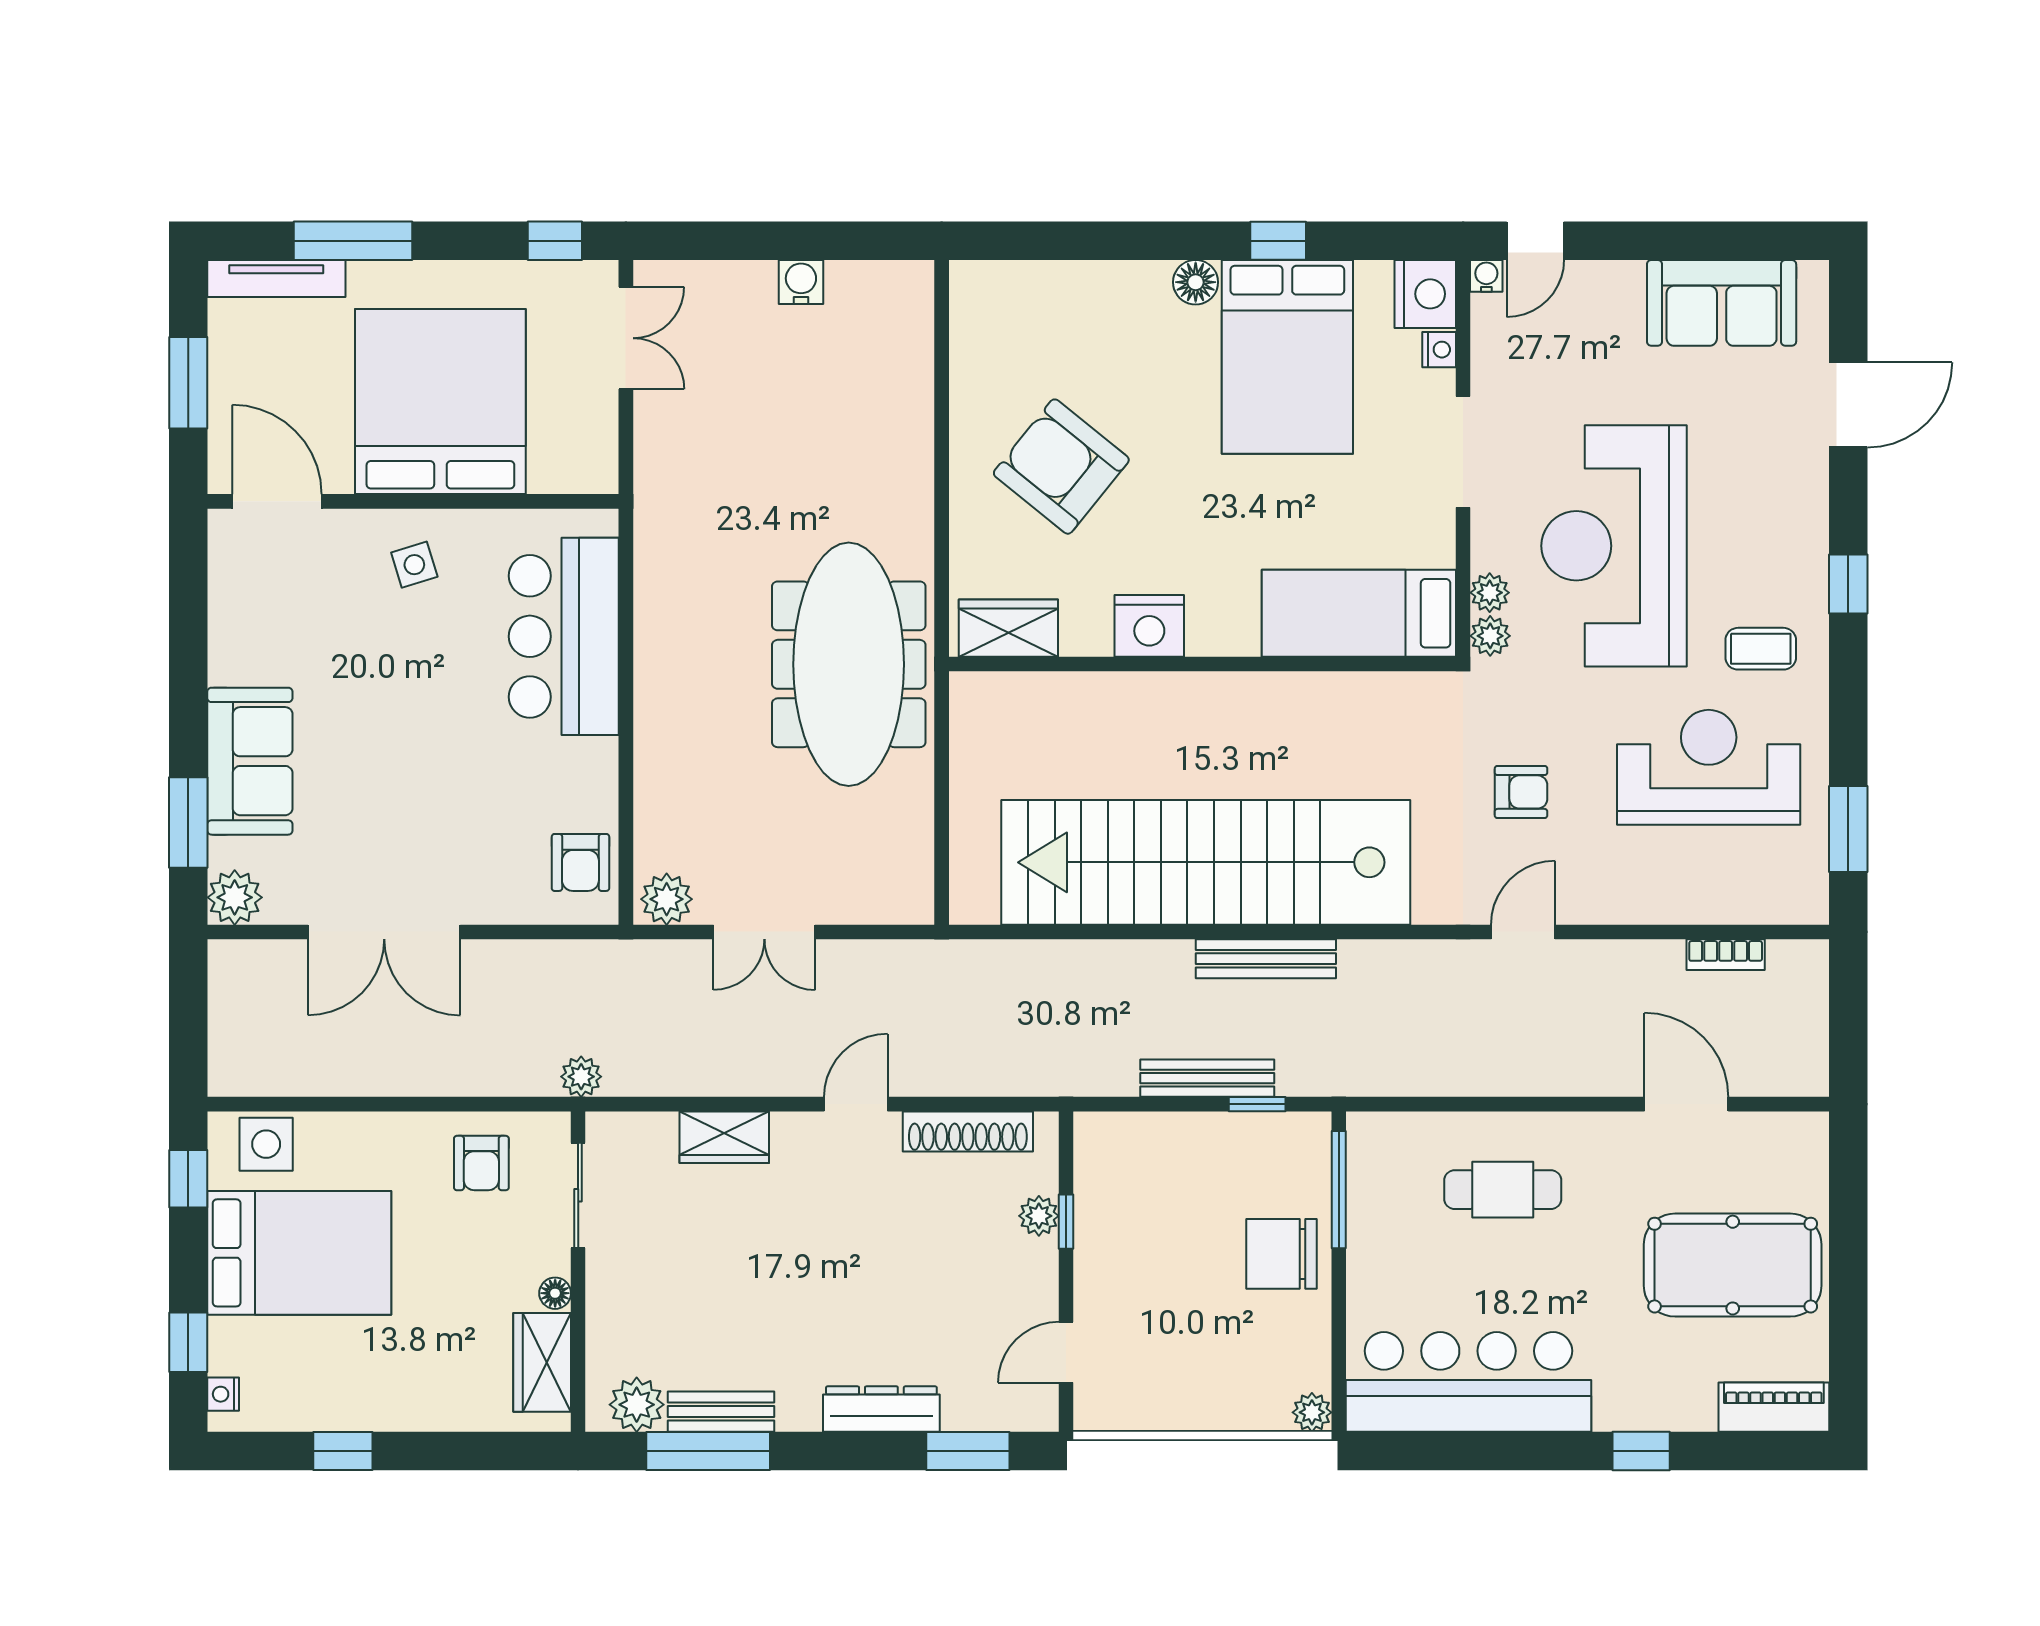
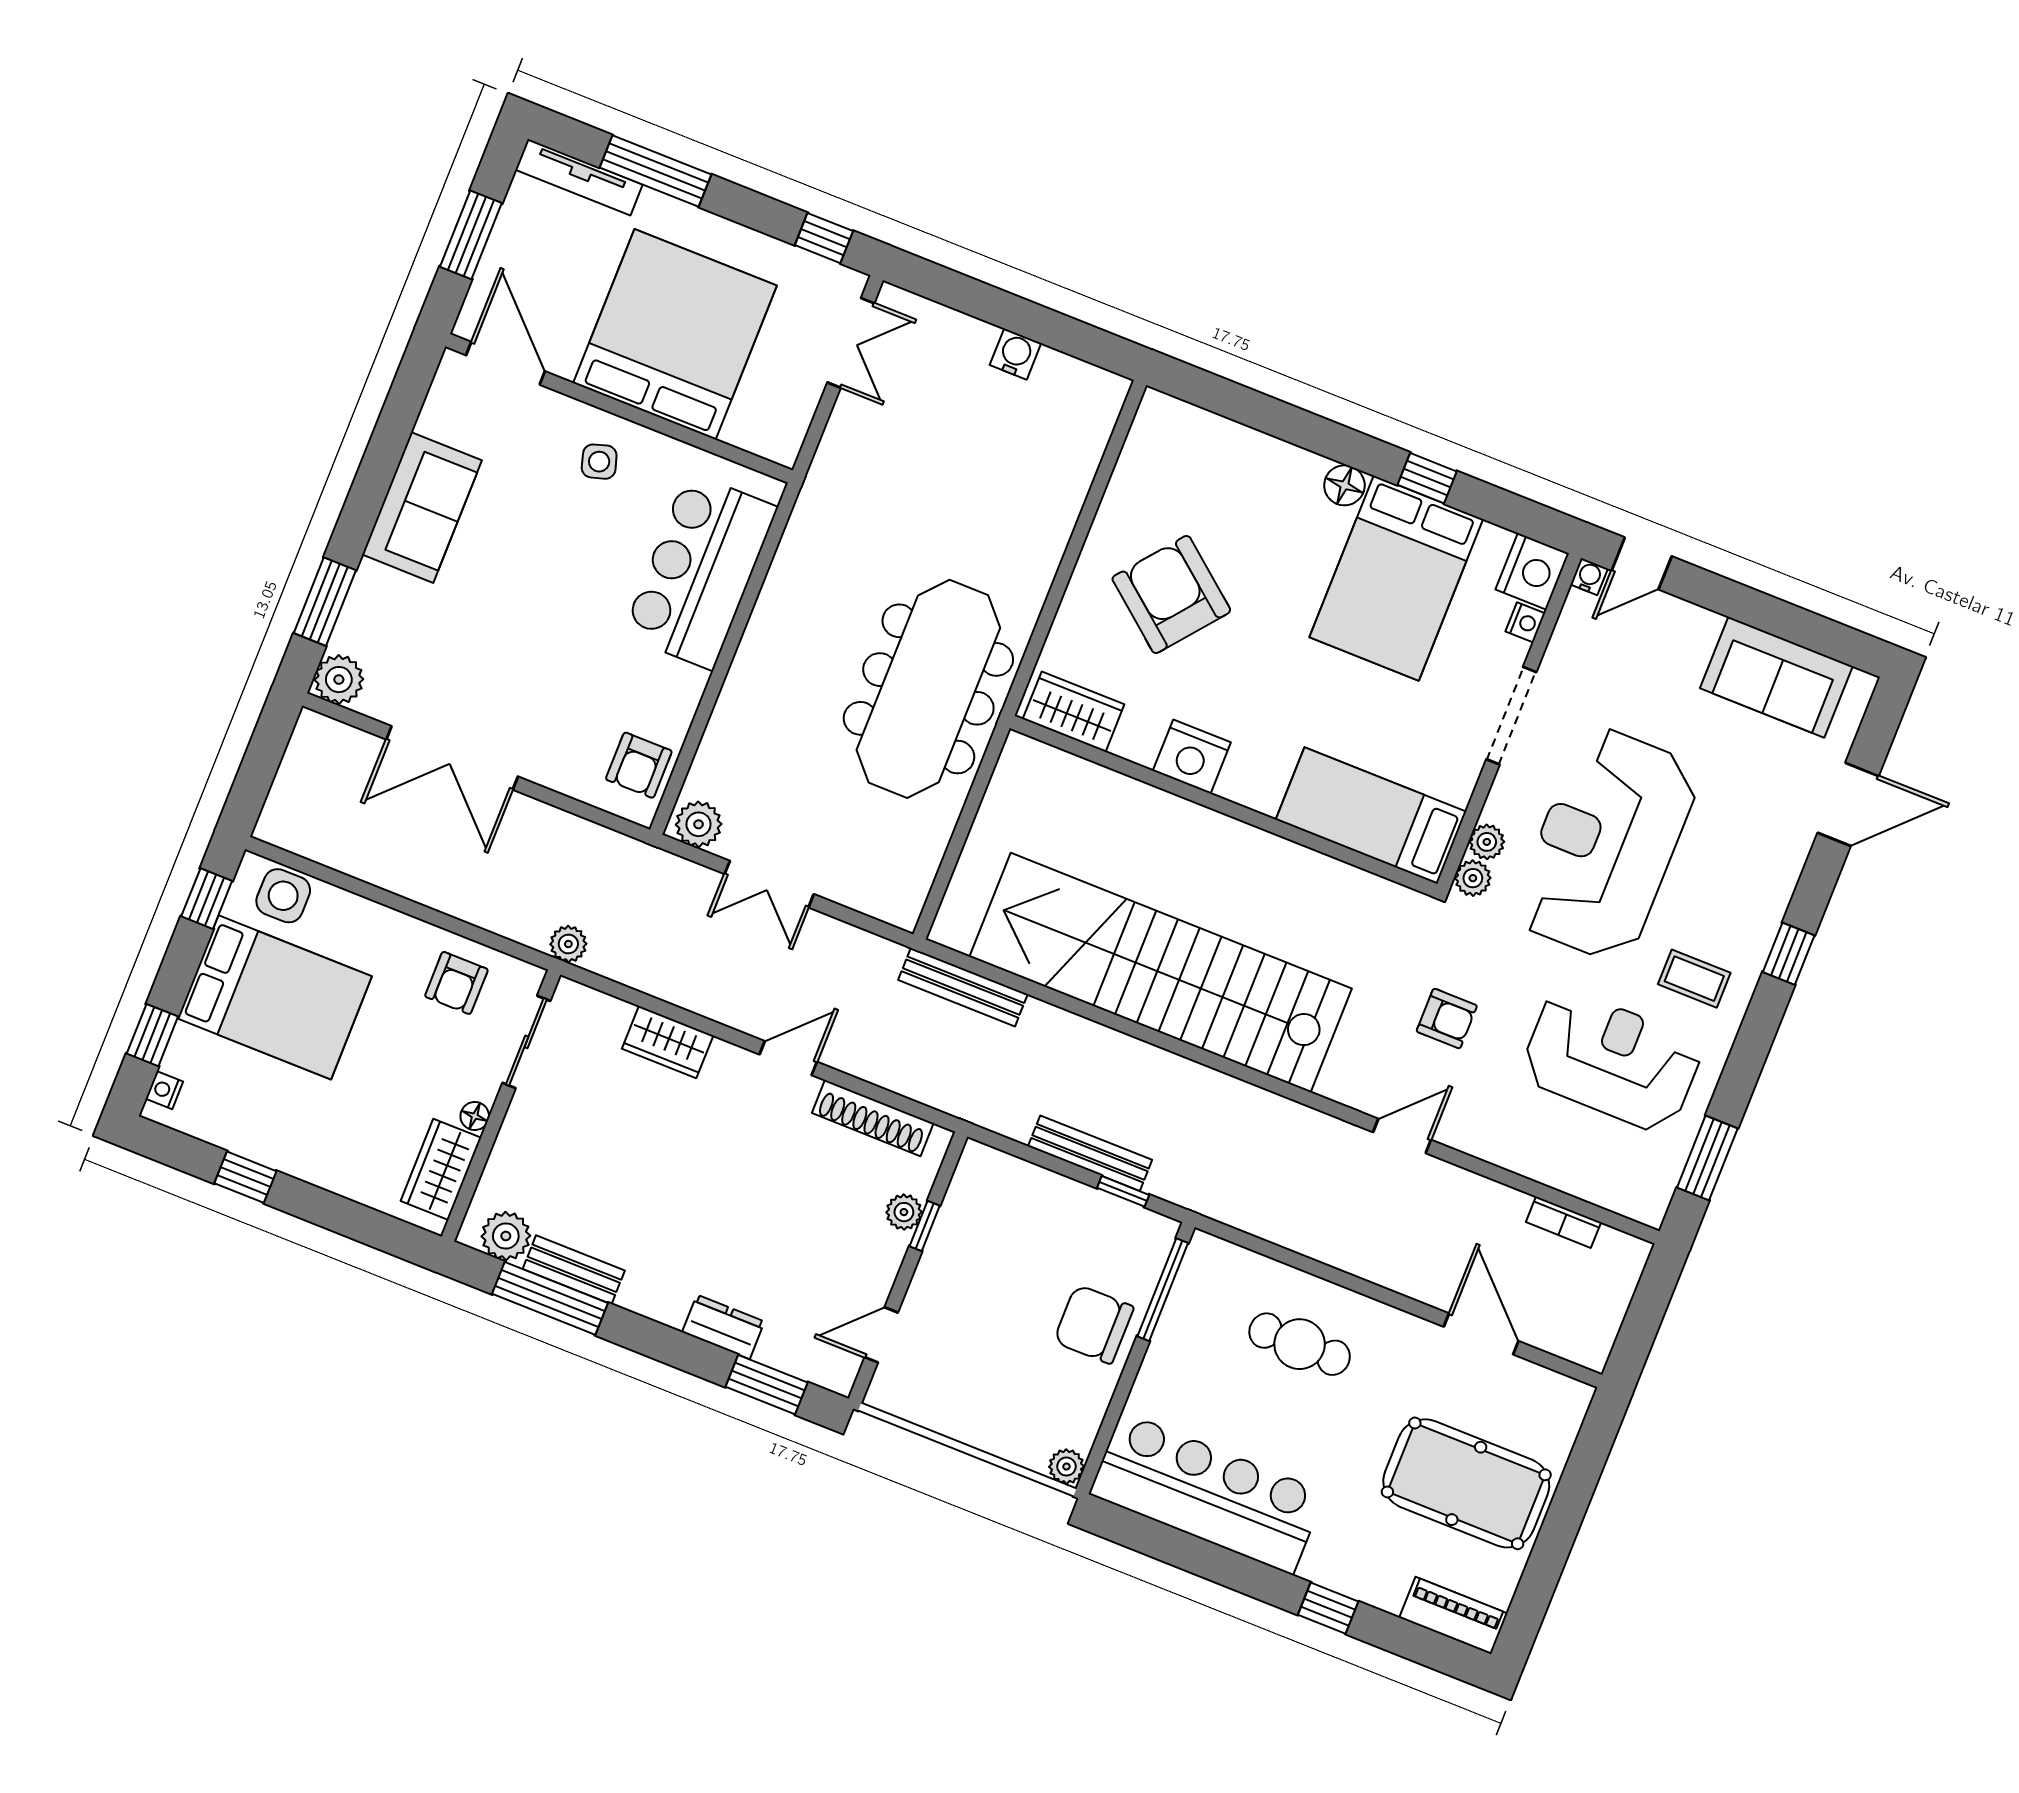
sofa: (250, 761) -> (422, 507), moved
bench: (1266, 959) -> (963, 987), moved
dresser: (881, 1409) -> (723, 1327), width x0.70

